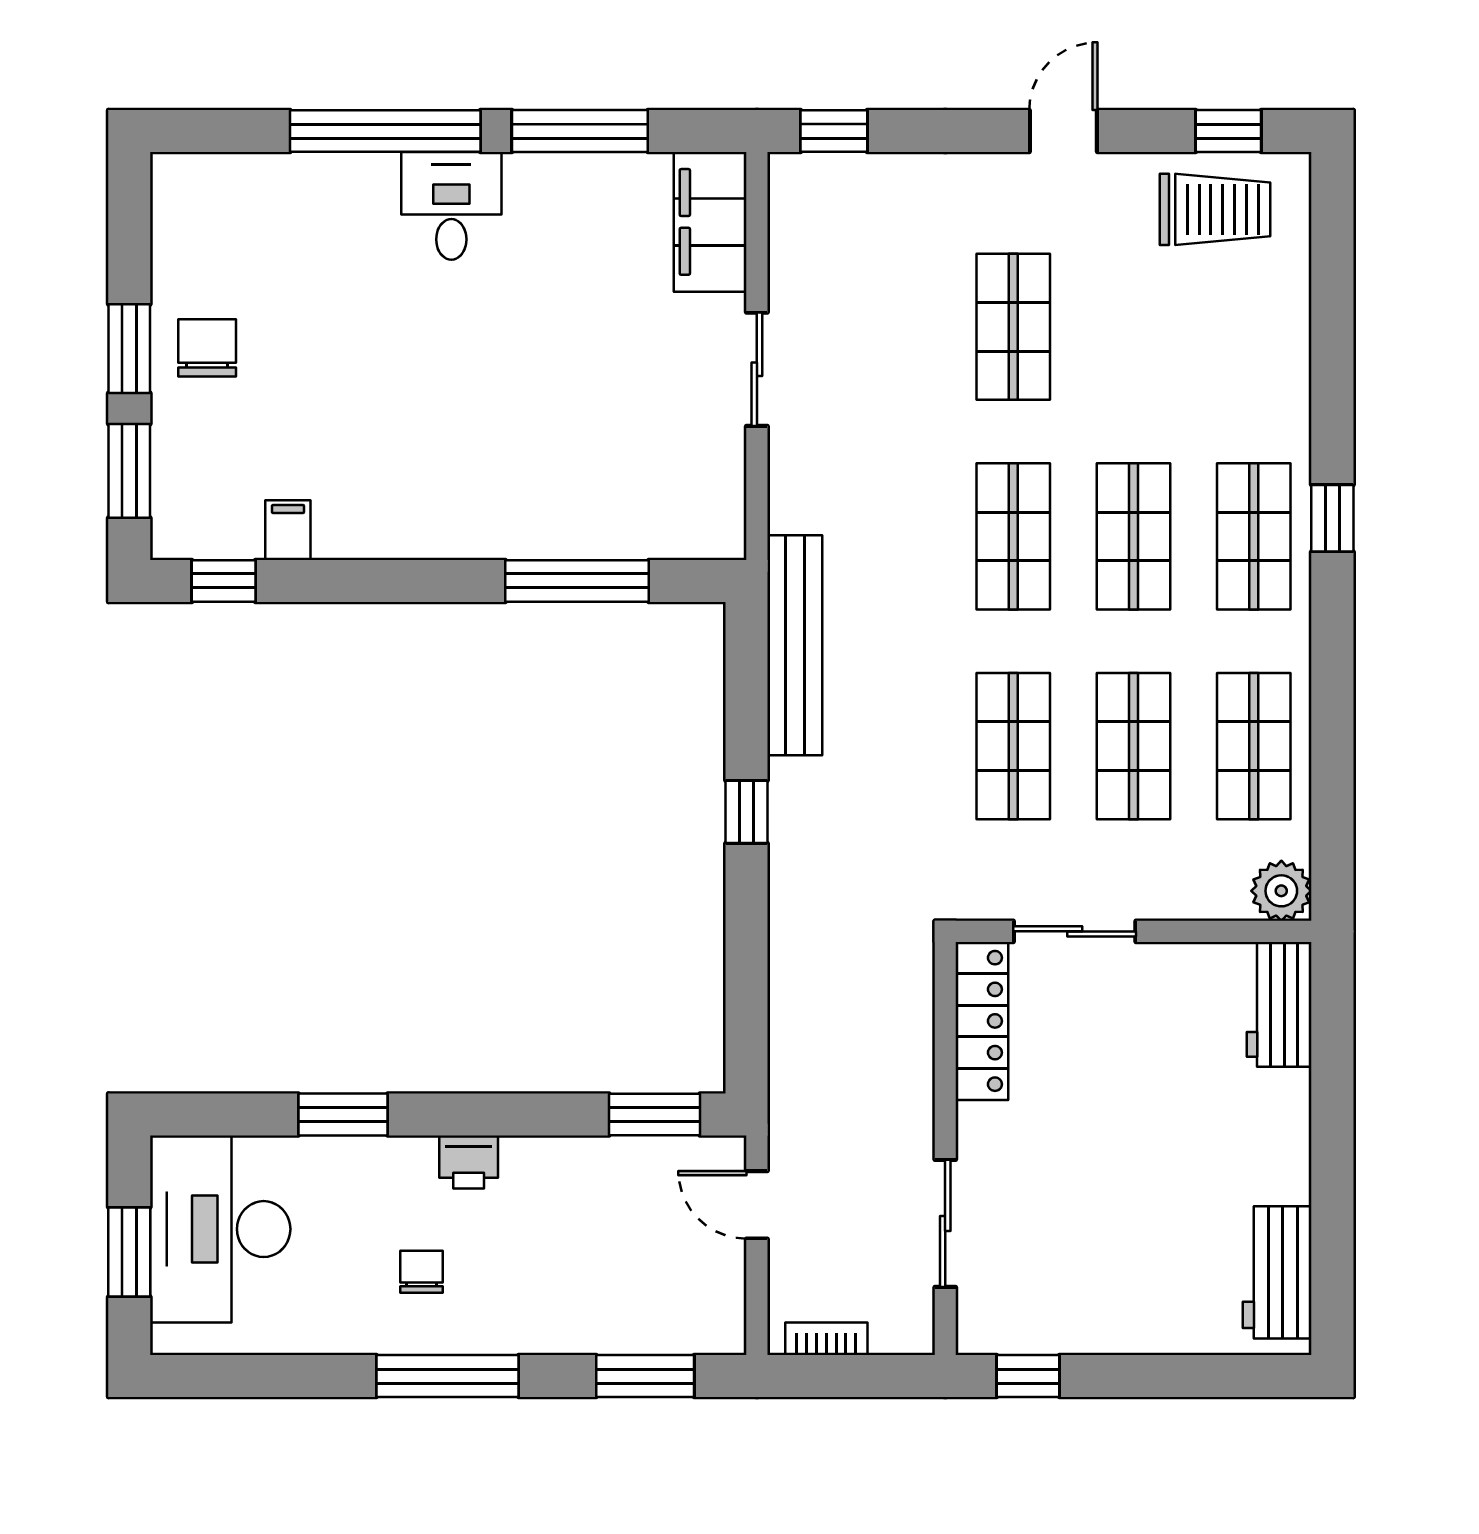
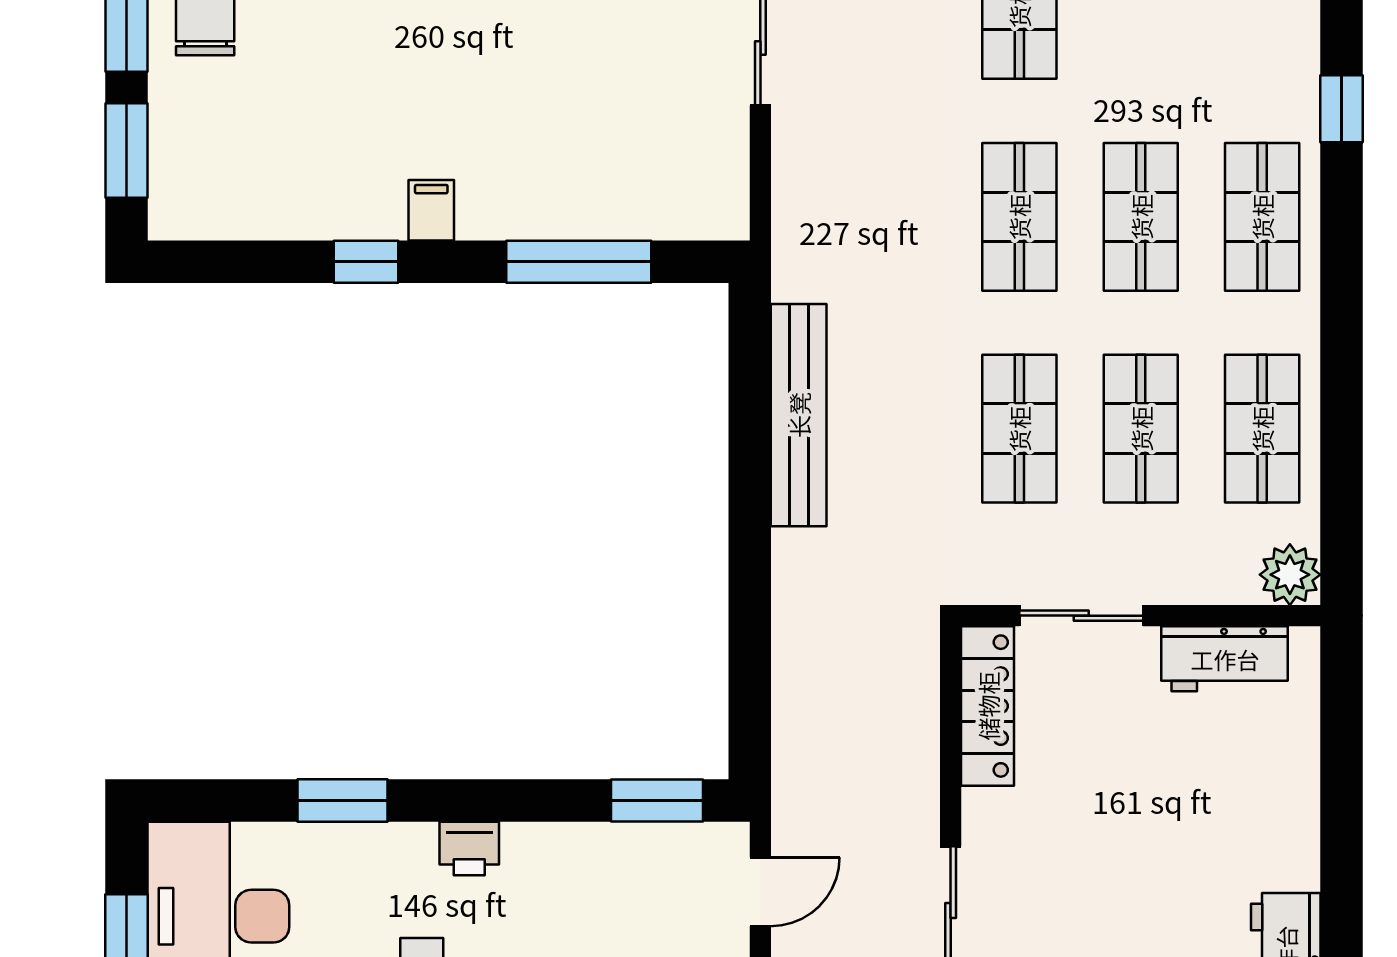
window: (1332, 518) -> (1341, 109), moved
filing cabinet: (288, 530) -> (431, 210), moved
window: (224, 581) -> (366, 262), moved
bench: (795, 645) -> (799, 415), moved
window: (746, 812) -> (750, 495), removed
workbench: (1279, 1004) -> (1225, 659), moved, turned -90
door: (757, 1205) -> (760, 892), swing flipped

